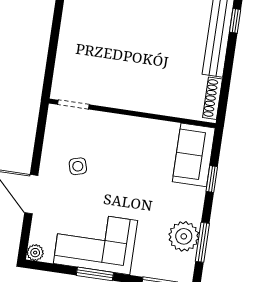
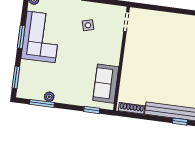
sofa: (194, 155) -> (106, 84), moved, turned -90
window: (212, 179) -> (92, 110), moved
plant: (184, 236) -> (49, 97), width x0.53, depth x0.53

